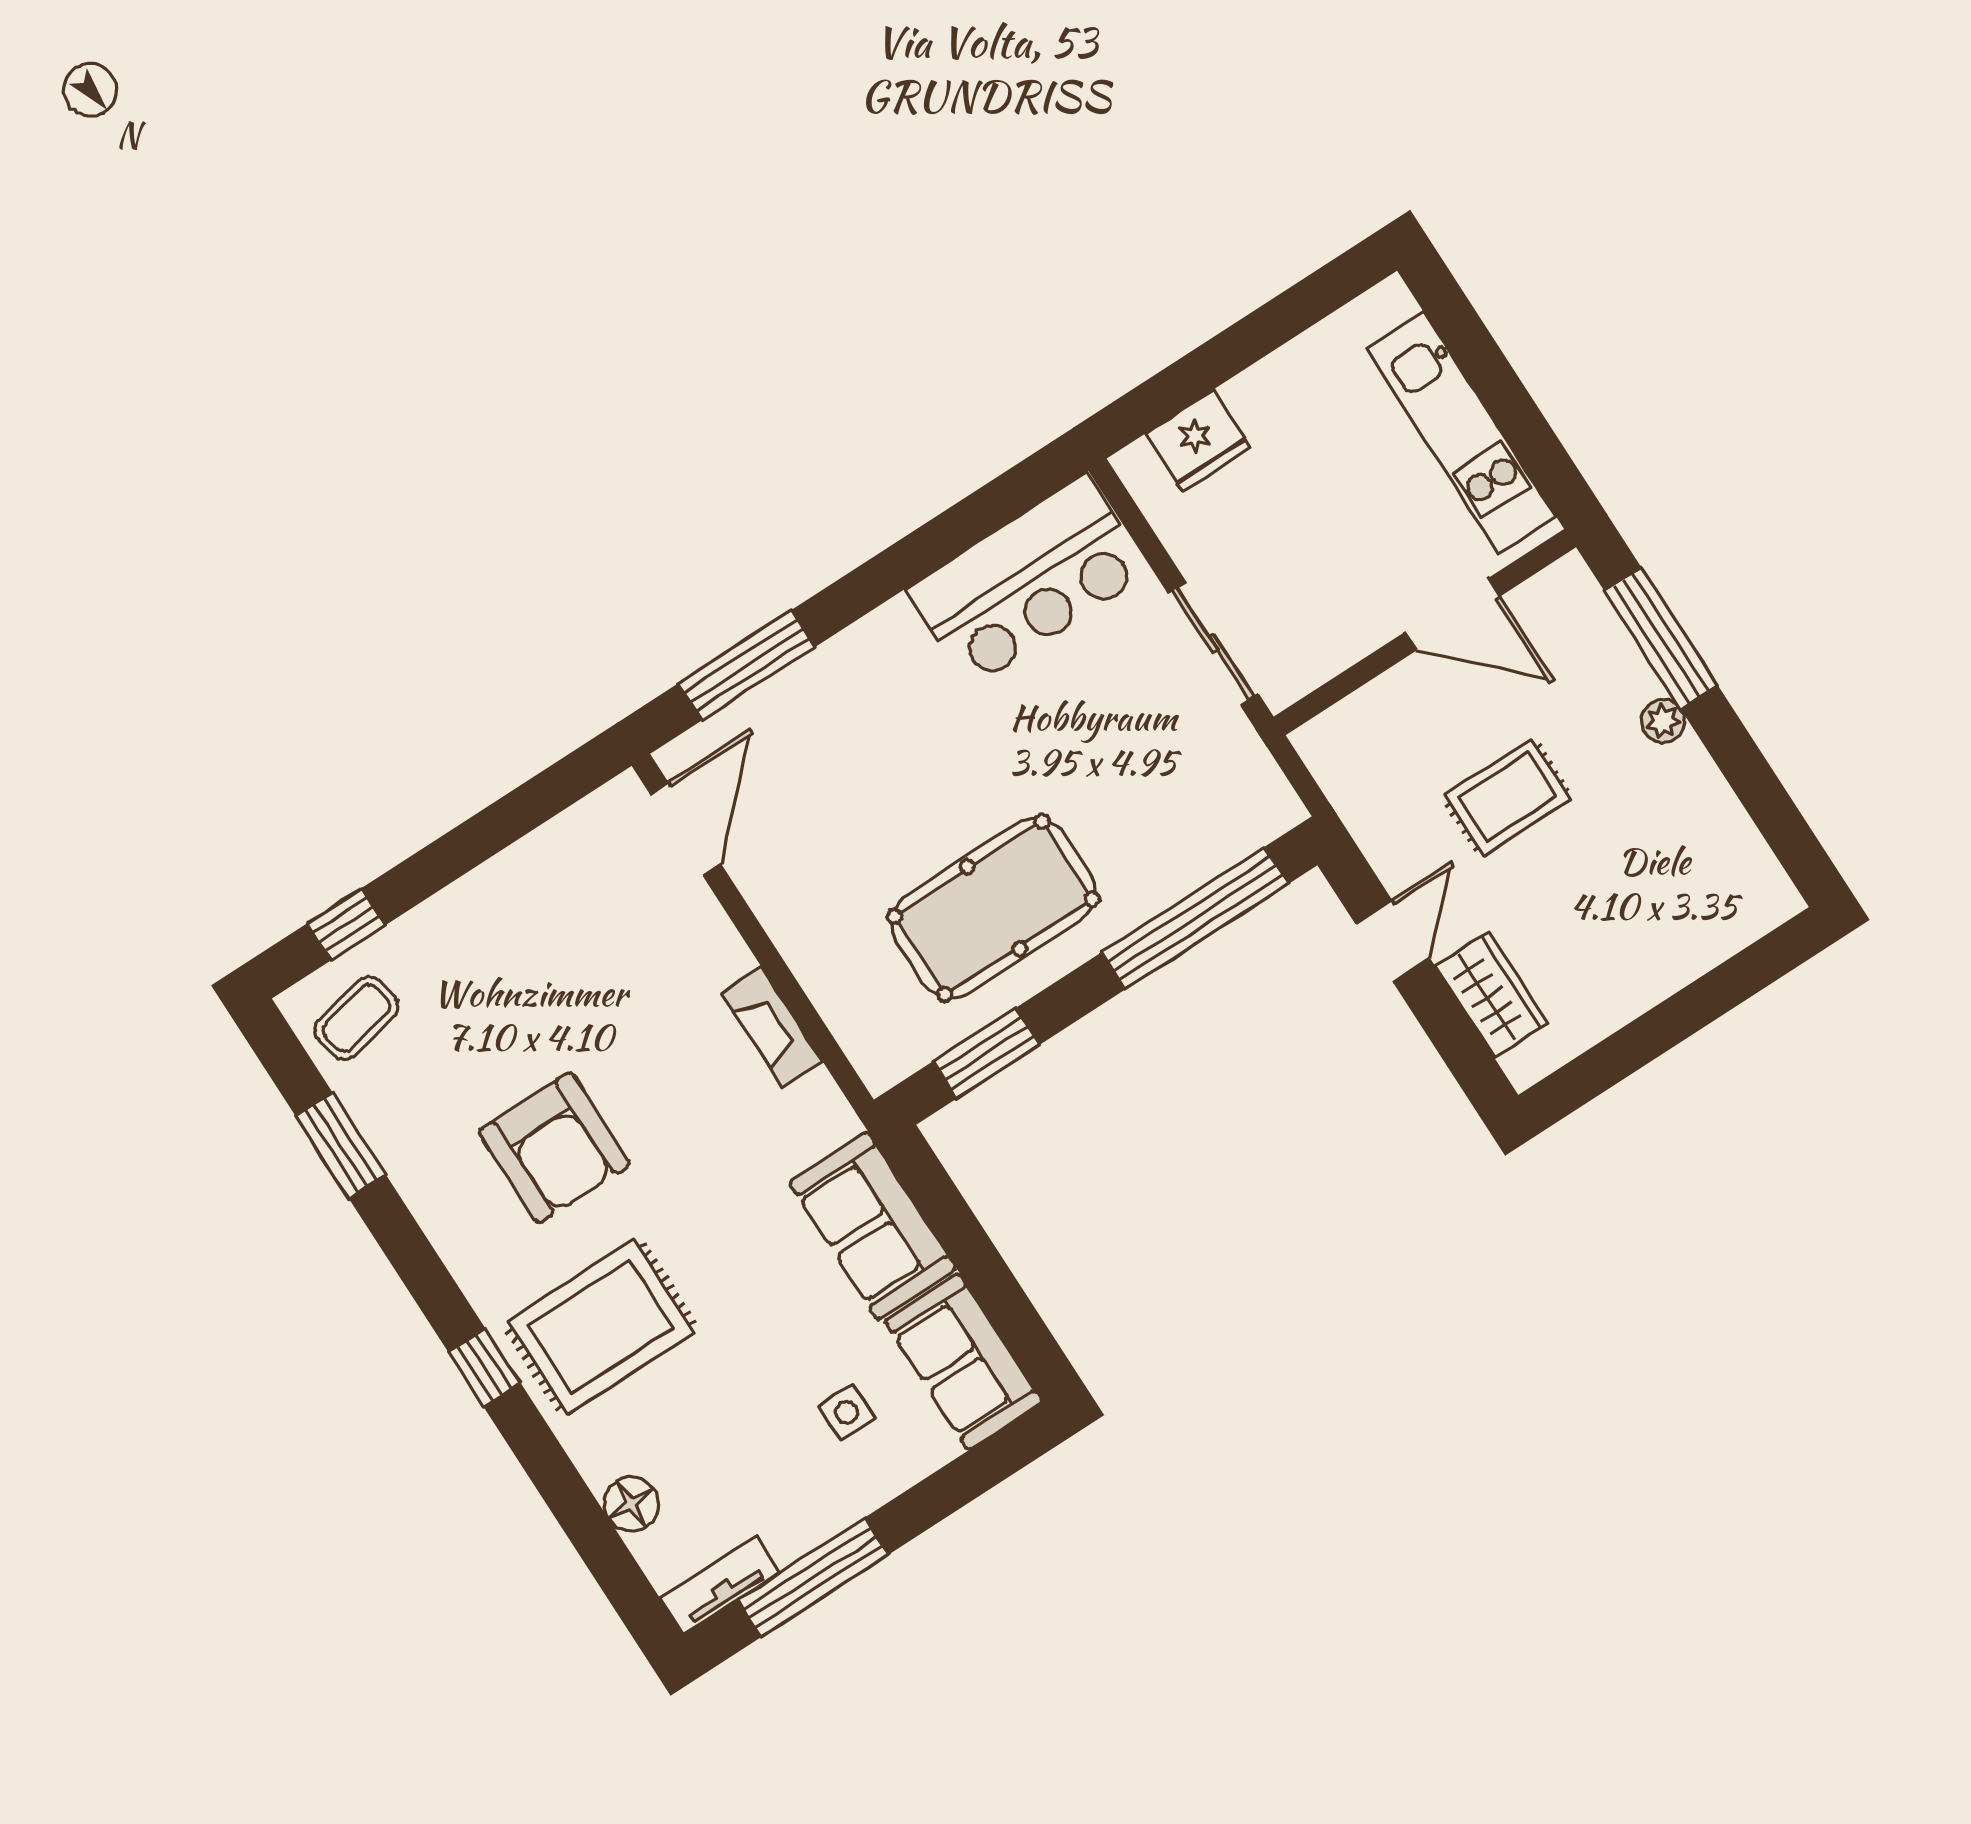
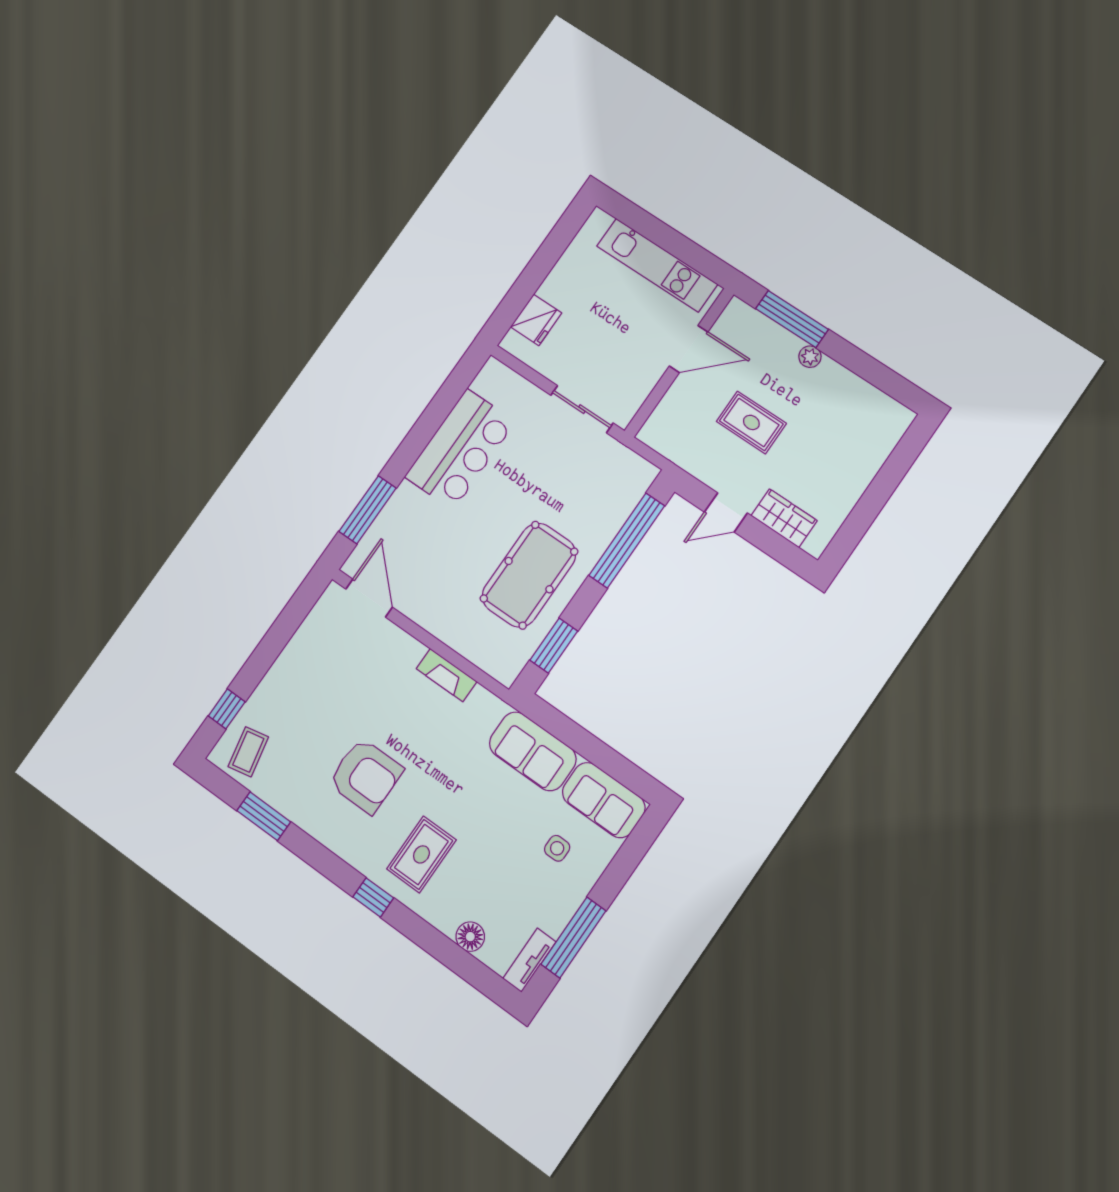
bar counter: (1028, 581) -> (460, 449), moved
rug: (1507, 797) -> (751, 422), turned 90
door: (1393, 941) -> (726, 513), swing flipped
rug: (601, 1327) -> (421, 854), width x0.73, depth x0.70

